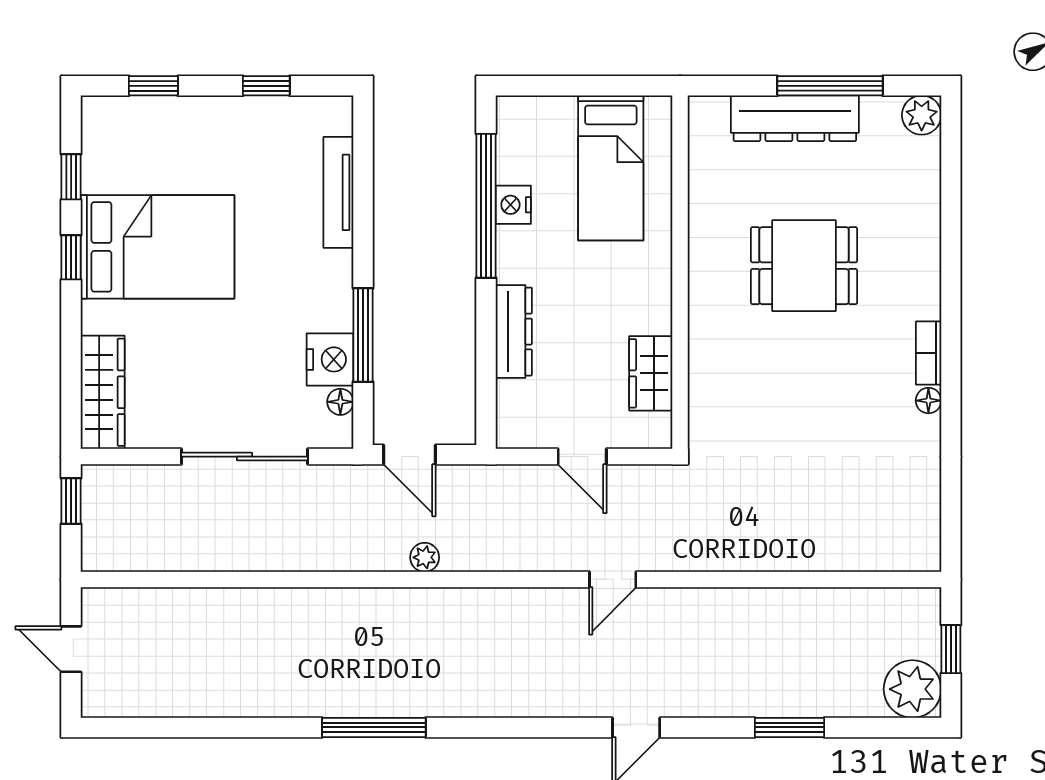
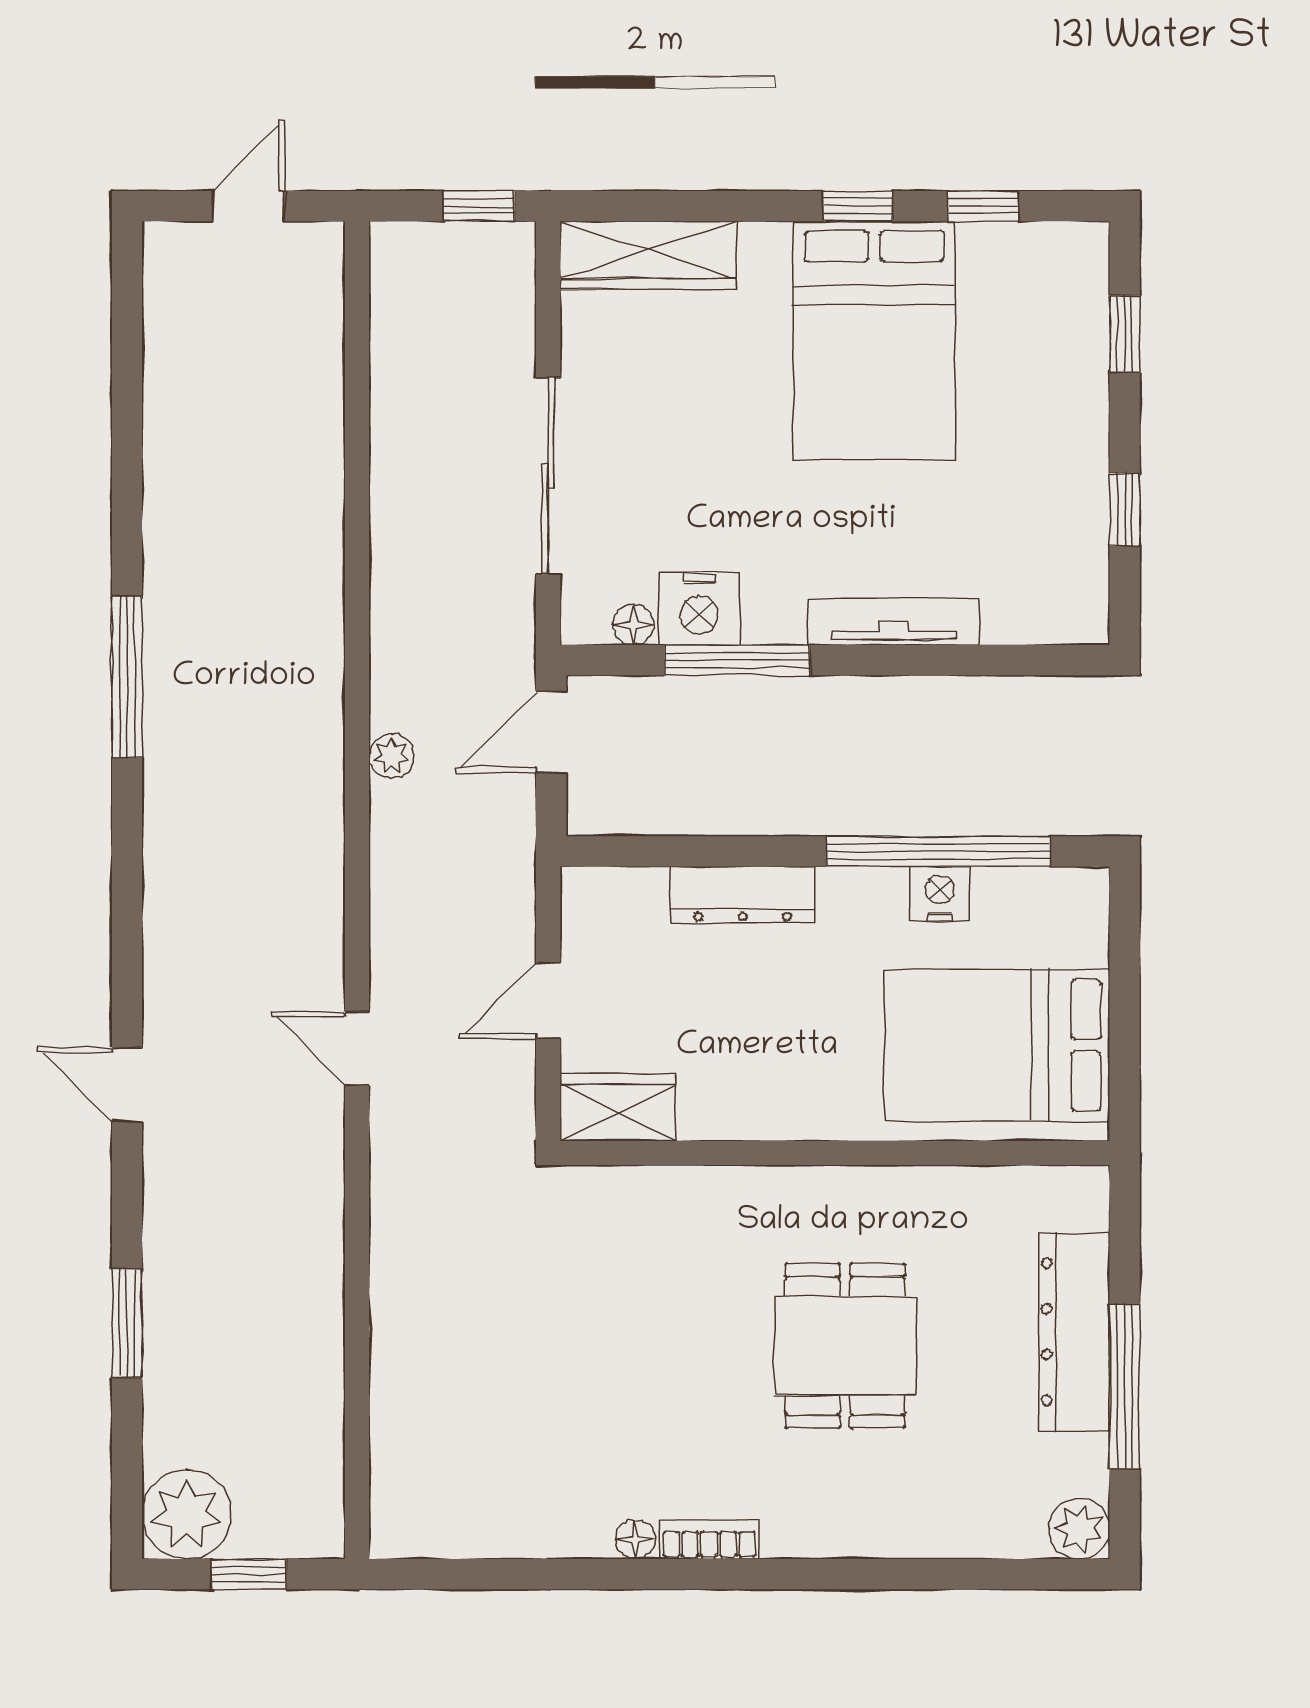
bed: (611, 168) -> (997, 1045), width x1.50
tv unit: (338, 192) -> (894, 622), moved
wardrobe: (651, 373) -> (618, 1107), moved

